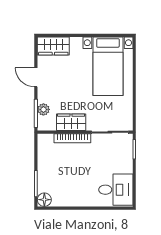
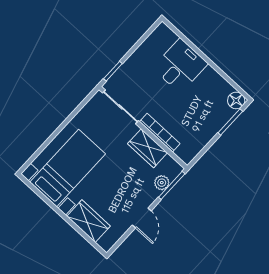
wardrobe: (53, 46) -> (88, 221), moved
desk: (116, 190) -> (180, 66), moved, turned 90

